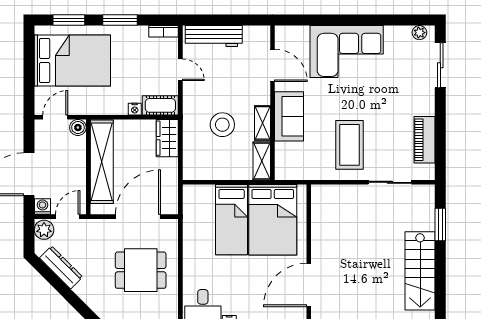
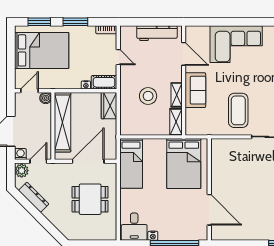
workbench: (214, 36) -> (157, 33), moved
bed: (232, 220) -> (131, 163), moved
door: (309, 285) -> (209, 210), swing flipped

